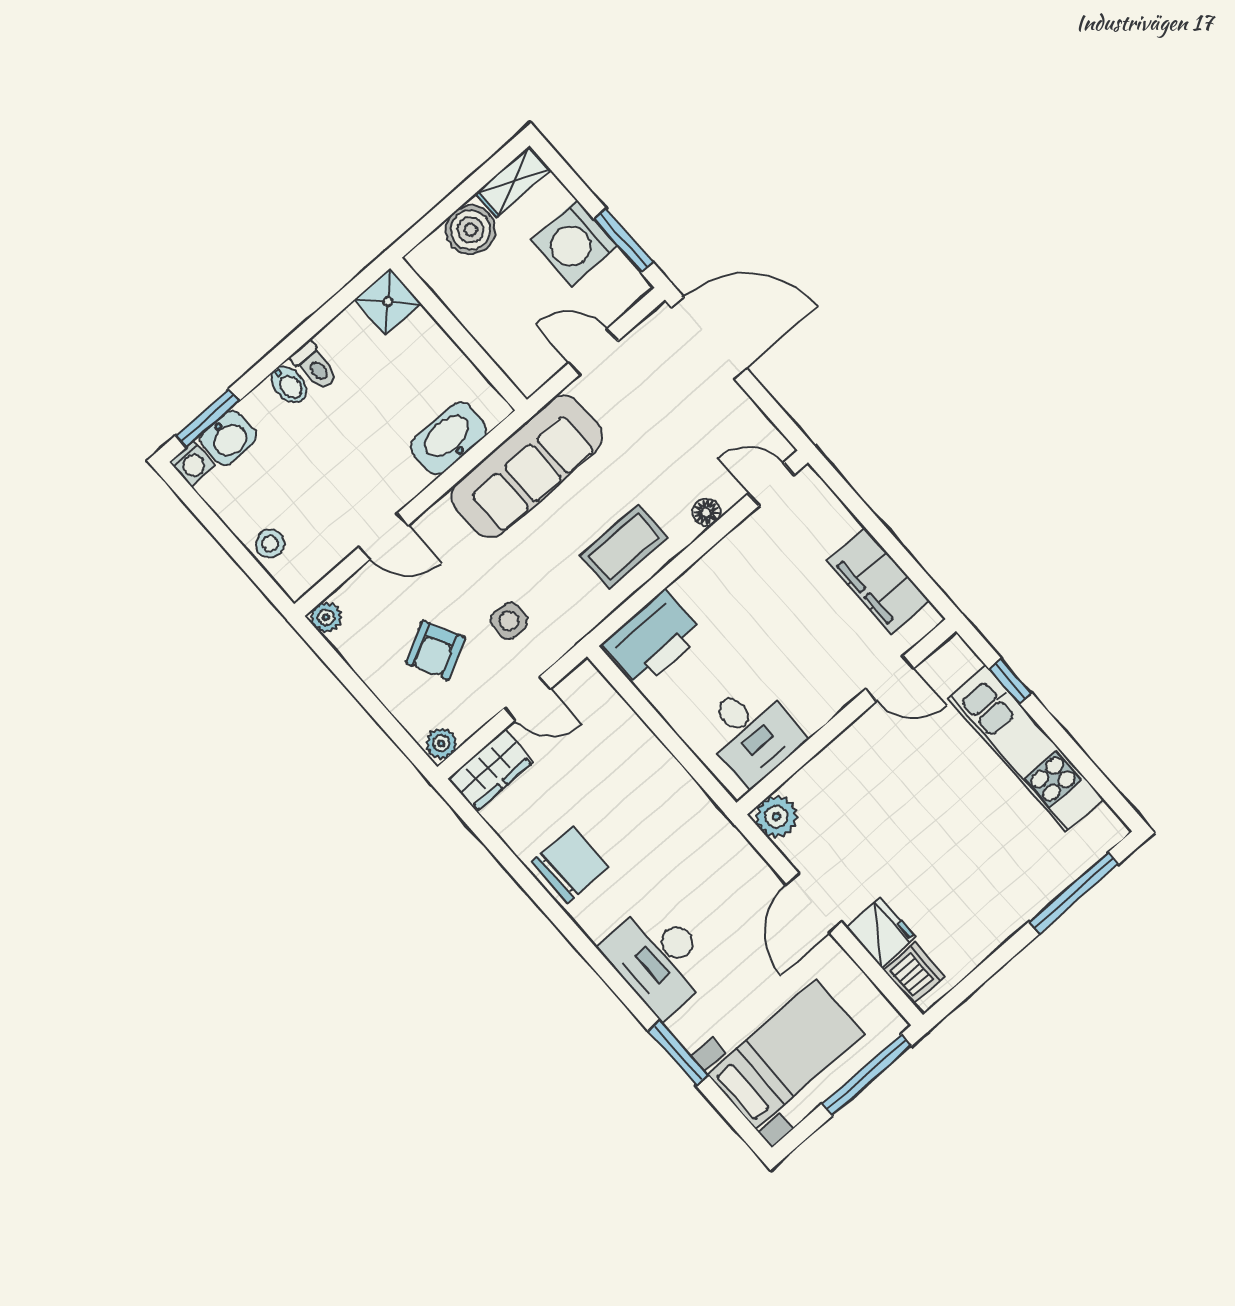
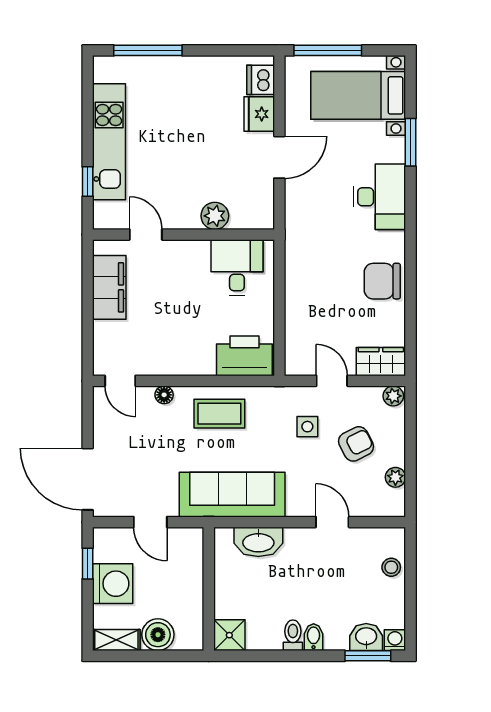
window: (624, 241) -> (88, 564), width x0.67
plant: (326, 617) -> (395, 477), moved
plant: (776, 816) -> (215, 216), moved

